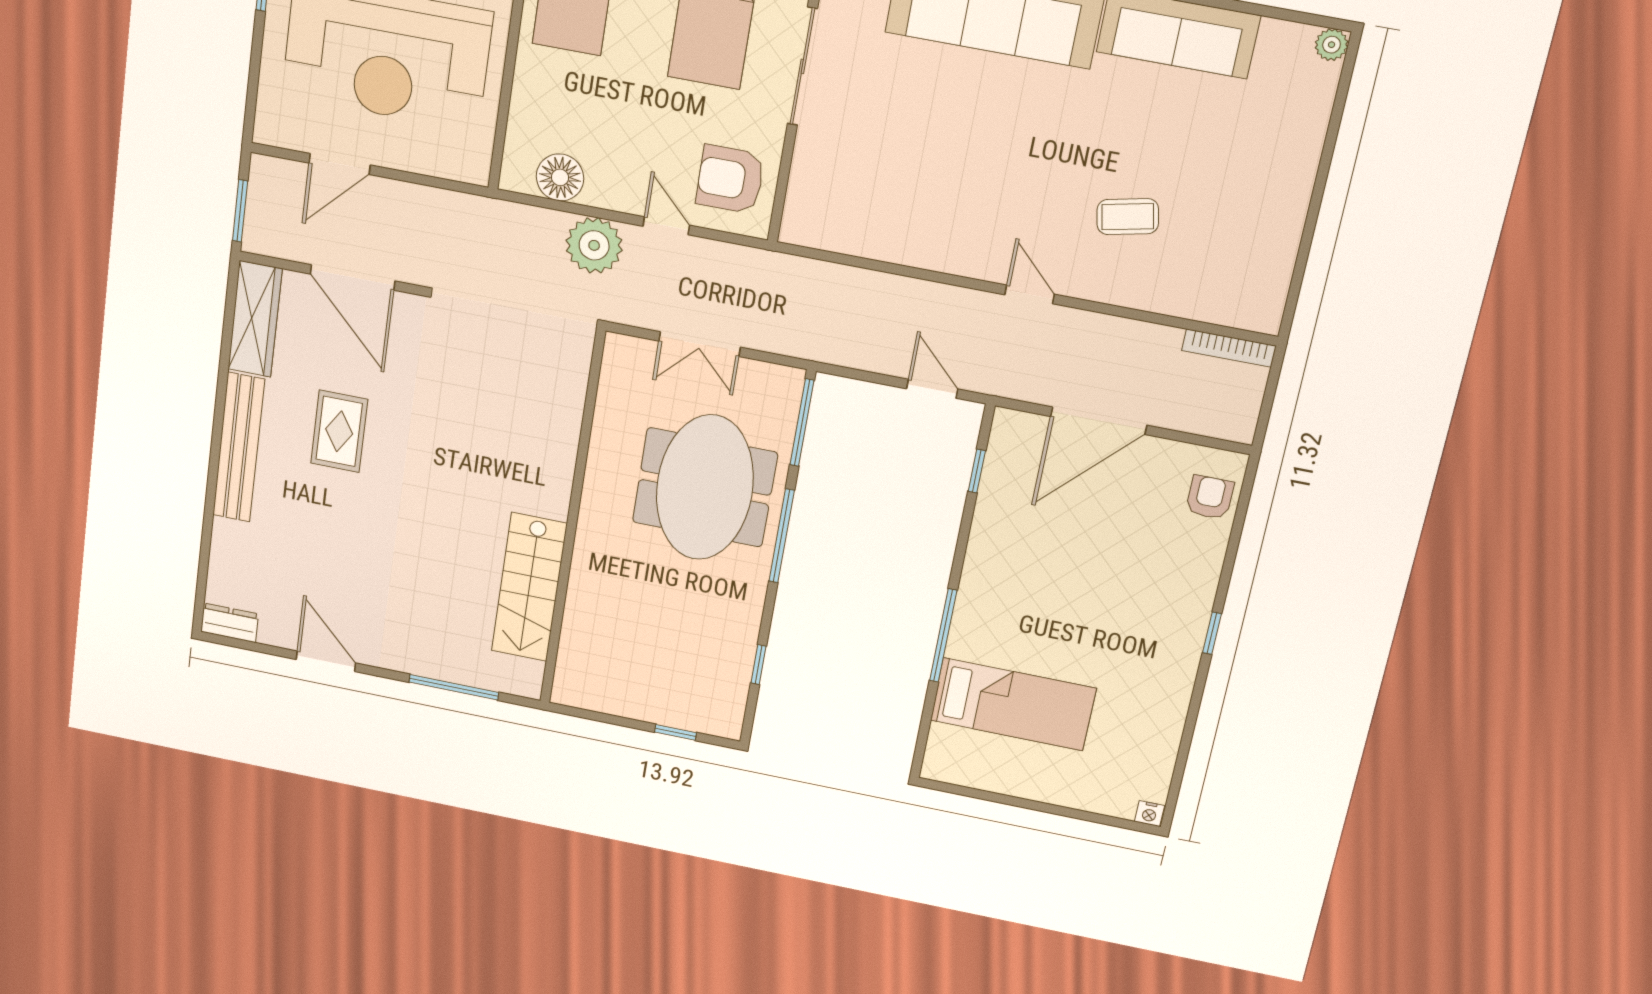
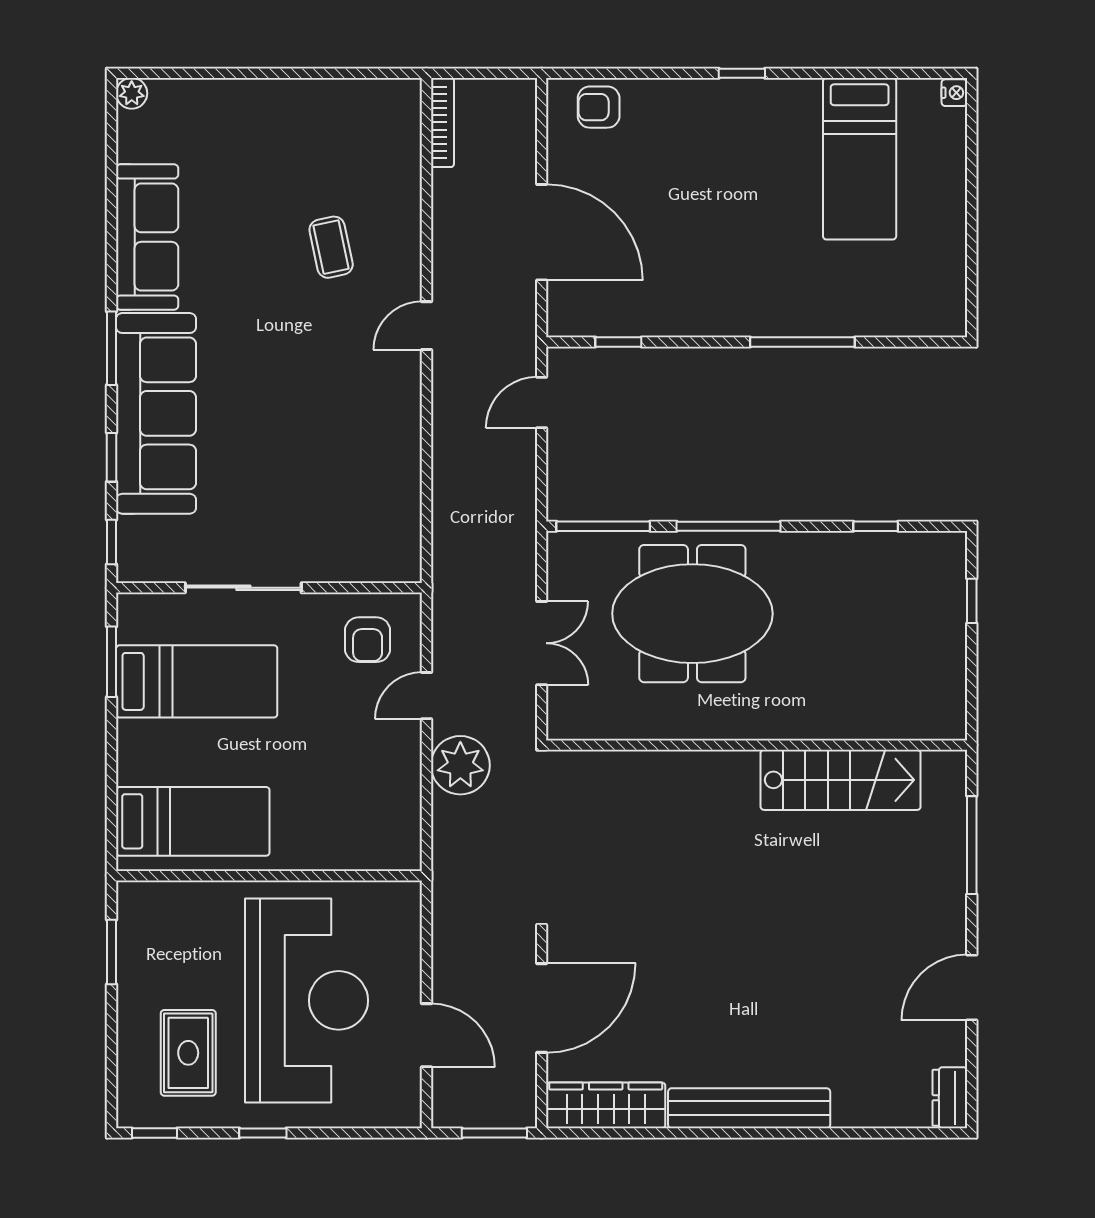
floor lamp: (560, 177) -> (398, 810), removed
armchair: (730, 179) -> (368, 640), width x0.72, depth x0.72
rug: (339, 431) -> (710, 1003), removed
bed: (1013, 704) -> (860, 159), moved, turned 180

